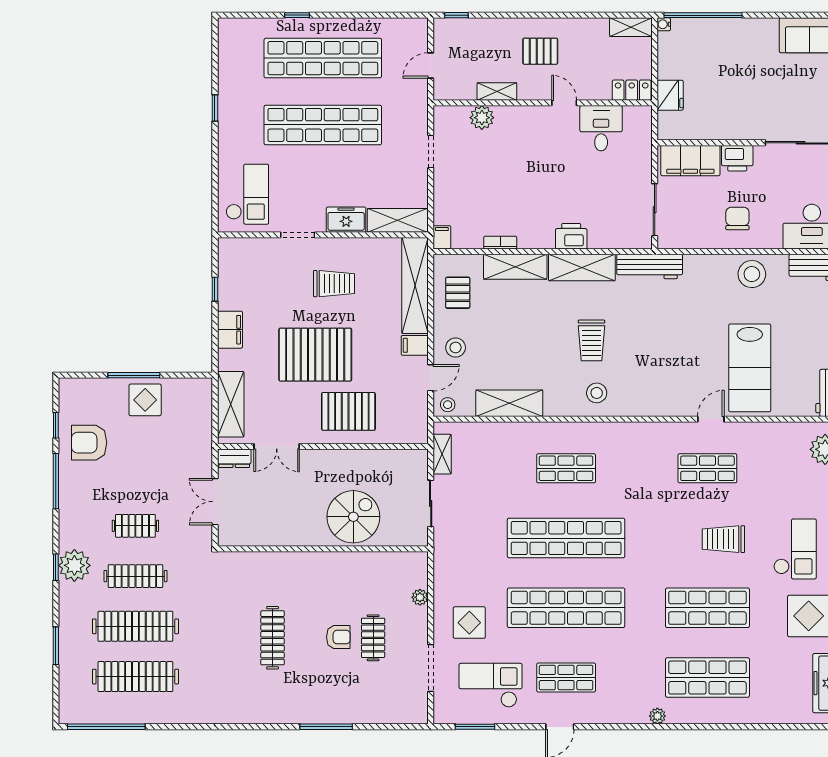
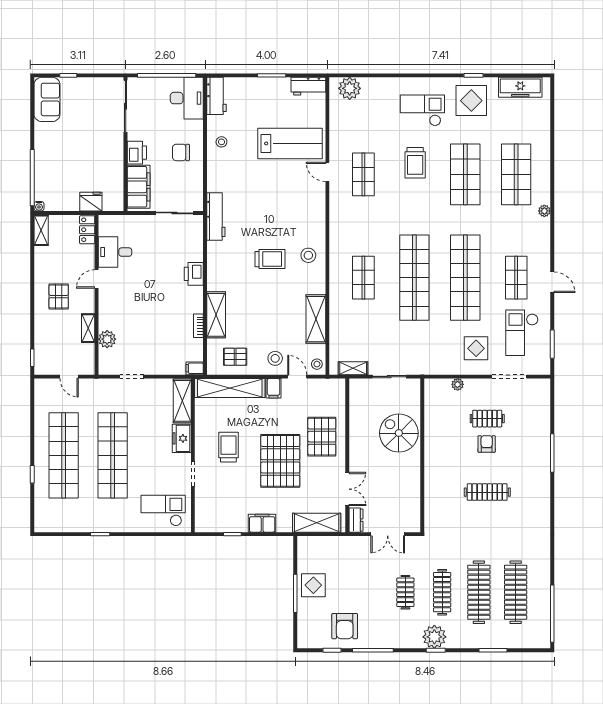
shelving: (582, 267) -> (217, 266), removed
stool: (752, 274) -> (221, 142), width x0.53, depth x0.53

